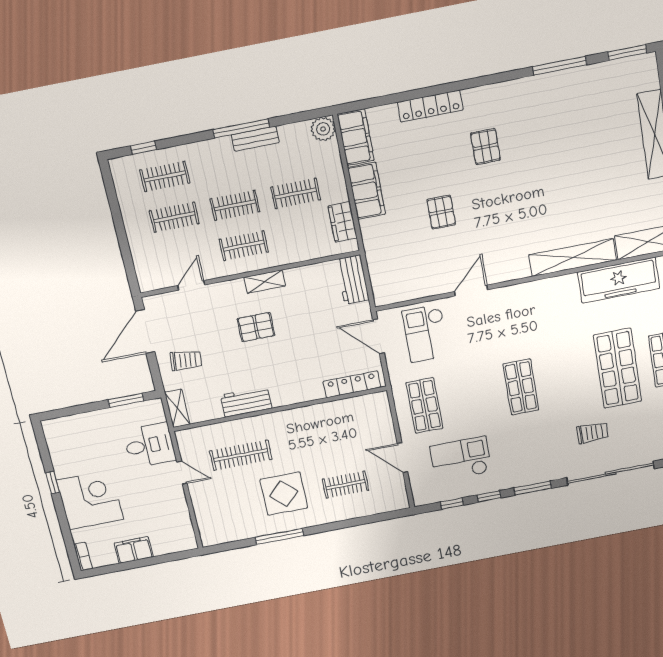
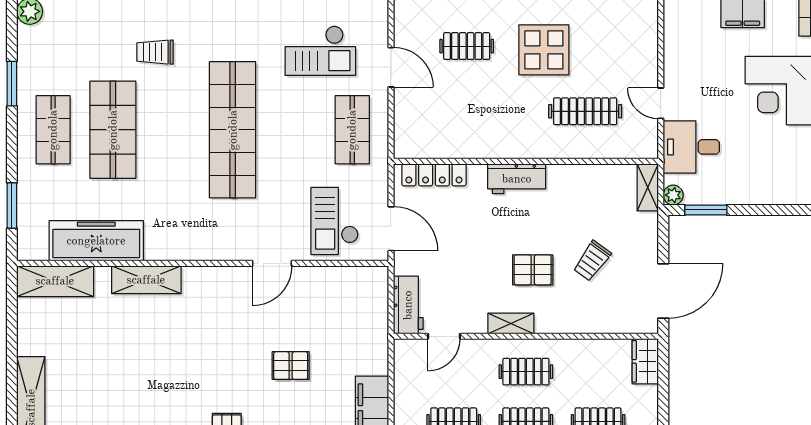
pallet: (441, 212) -> (291, 366), turned 90
wardrobe: (343, 222) -> (645, 361), moved, turned 180
shelving: (573, 258) -> (146, 280), width x0.68
door: (191, 285) -> (444, 336), moved
checkout: (426, 333) -> (335, 221), turned 180
trolley: (186, 360) -> (592, 261), moved, turned -60
shop shelf: (521, 387) -> (233, 130), width x2.00, depth x1.36
workbench: (246, 402) -> (517, 179), moved
plant: (155, 406) -> (673, 195), added

